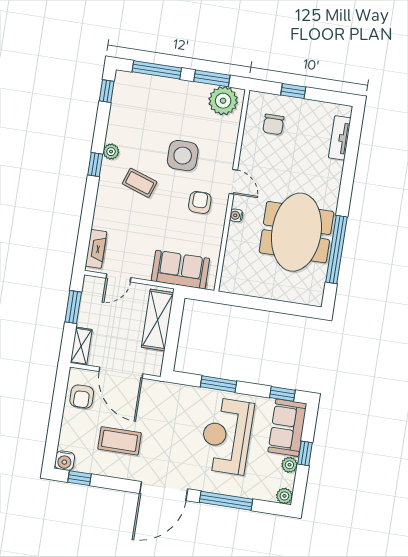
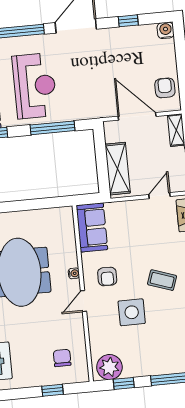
window: (212, 78) -> (124, 383), width x0.67
door: (233, 182) -> (84, 301), hinge flipped
sofa: (180, 270) -> (92, 227), moved, turned -90
window: (219, 384) -> (53, 128), width x1.44
coffee table: (120, 441) -> (124, 59), removed
window: (79, 478) -> (128, 21), moved

